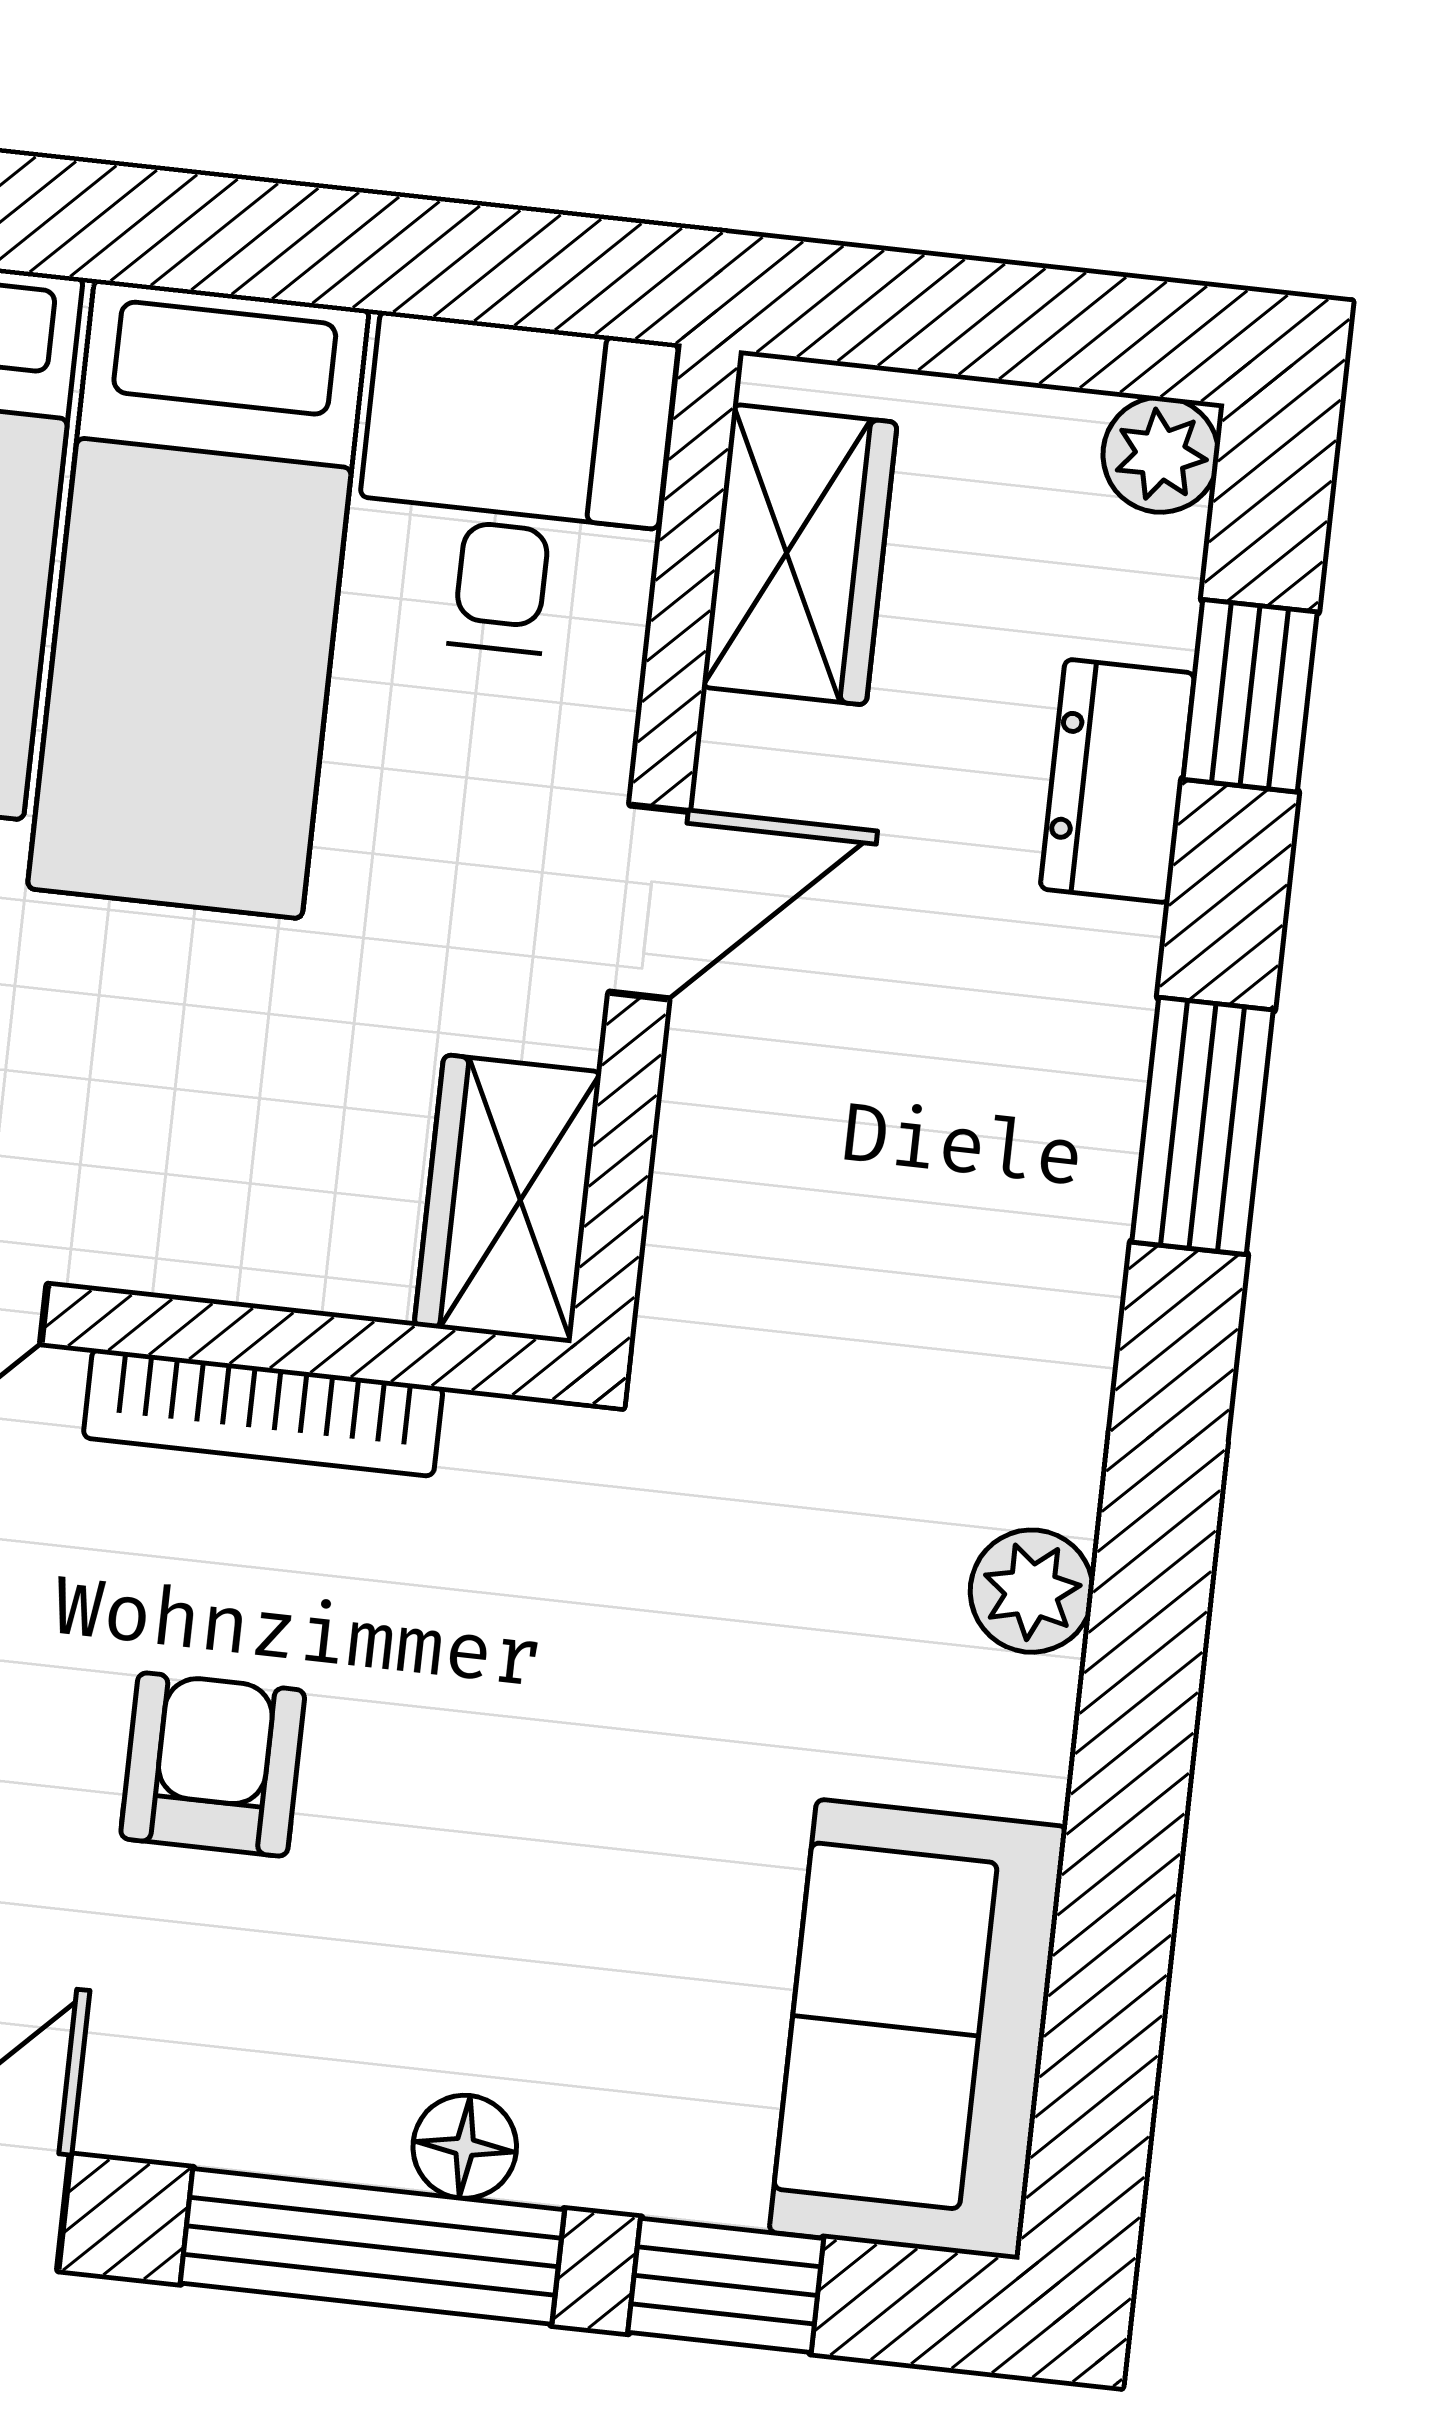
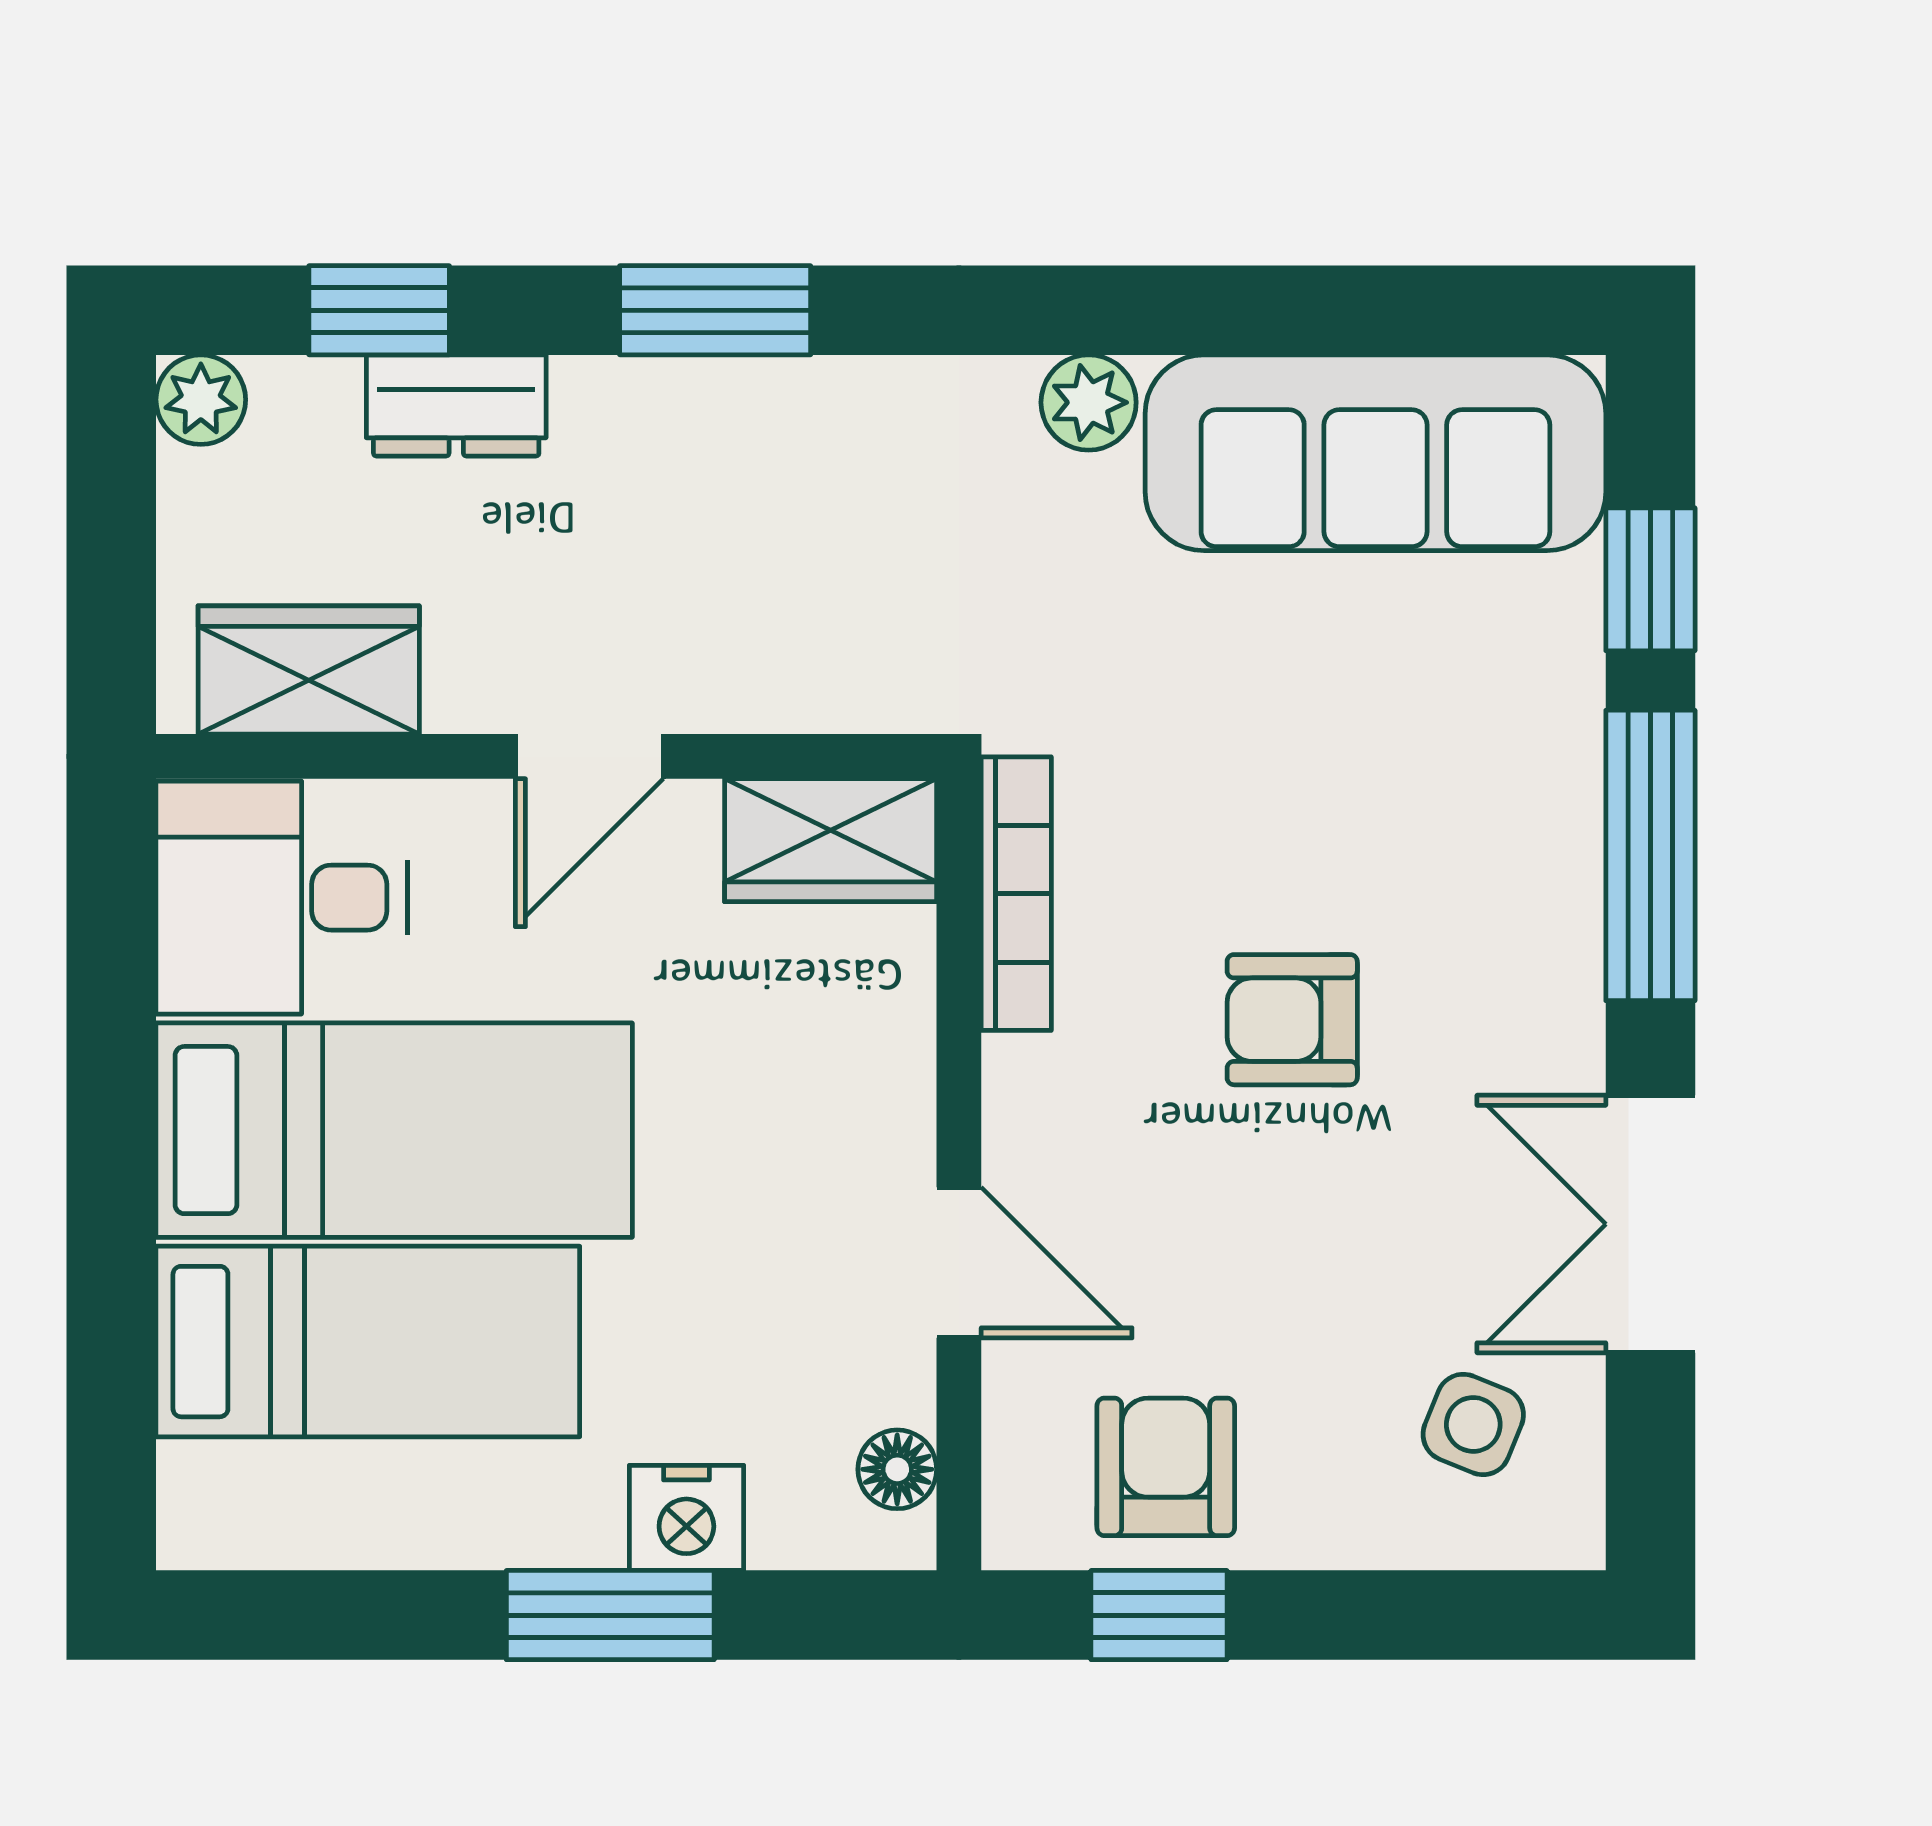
door: (649, 902) -> (589, 756), swing flipped
bookcase: (263, 1412) -> (1016, 894), moved
sofa: (918, 2029) -> (1375, 453), width x1.36
floor lamp: (465, 2147) -> (1566, 793), removed

